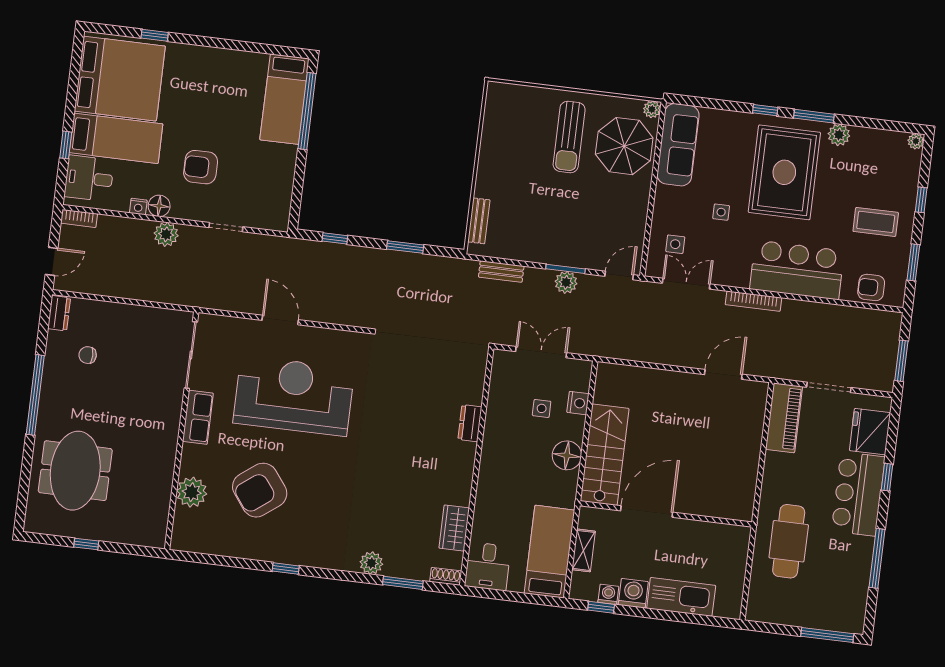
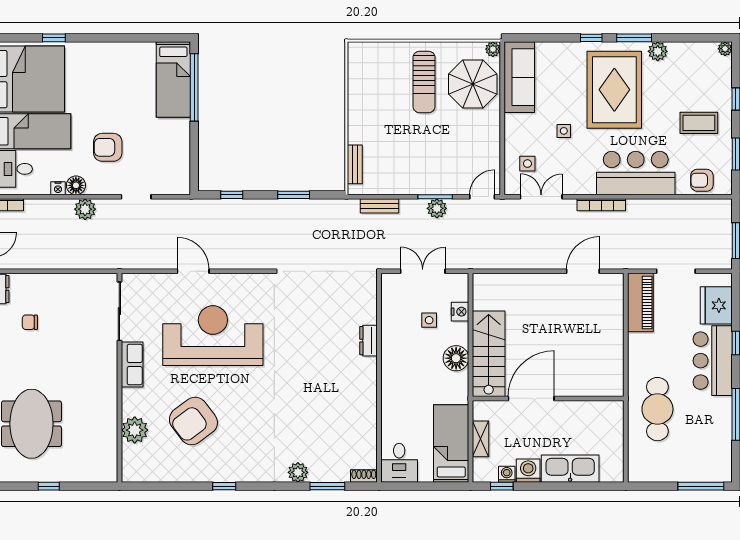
wardrobe: (454, 528) -> (366, 433), removed

